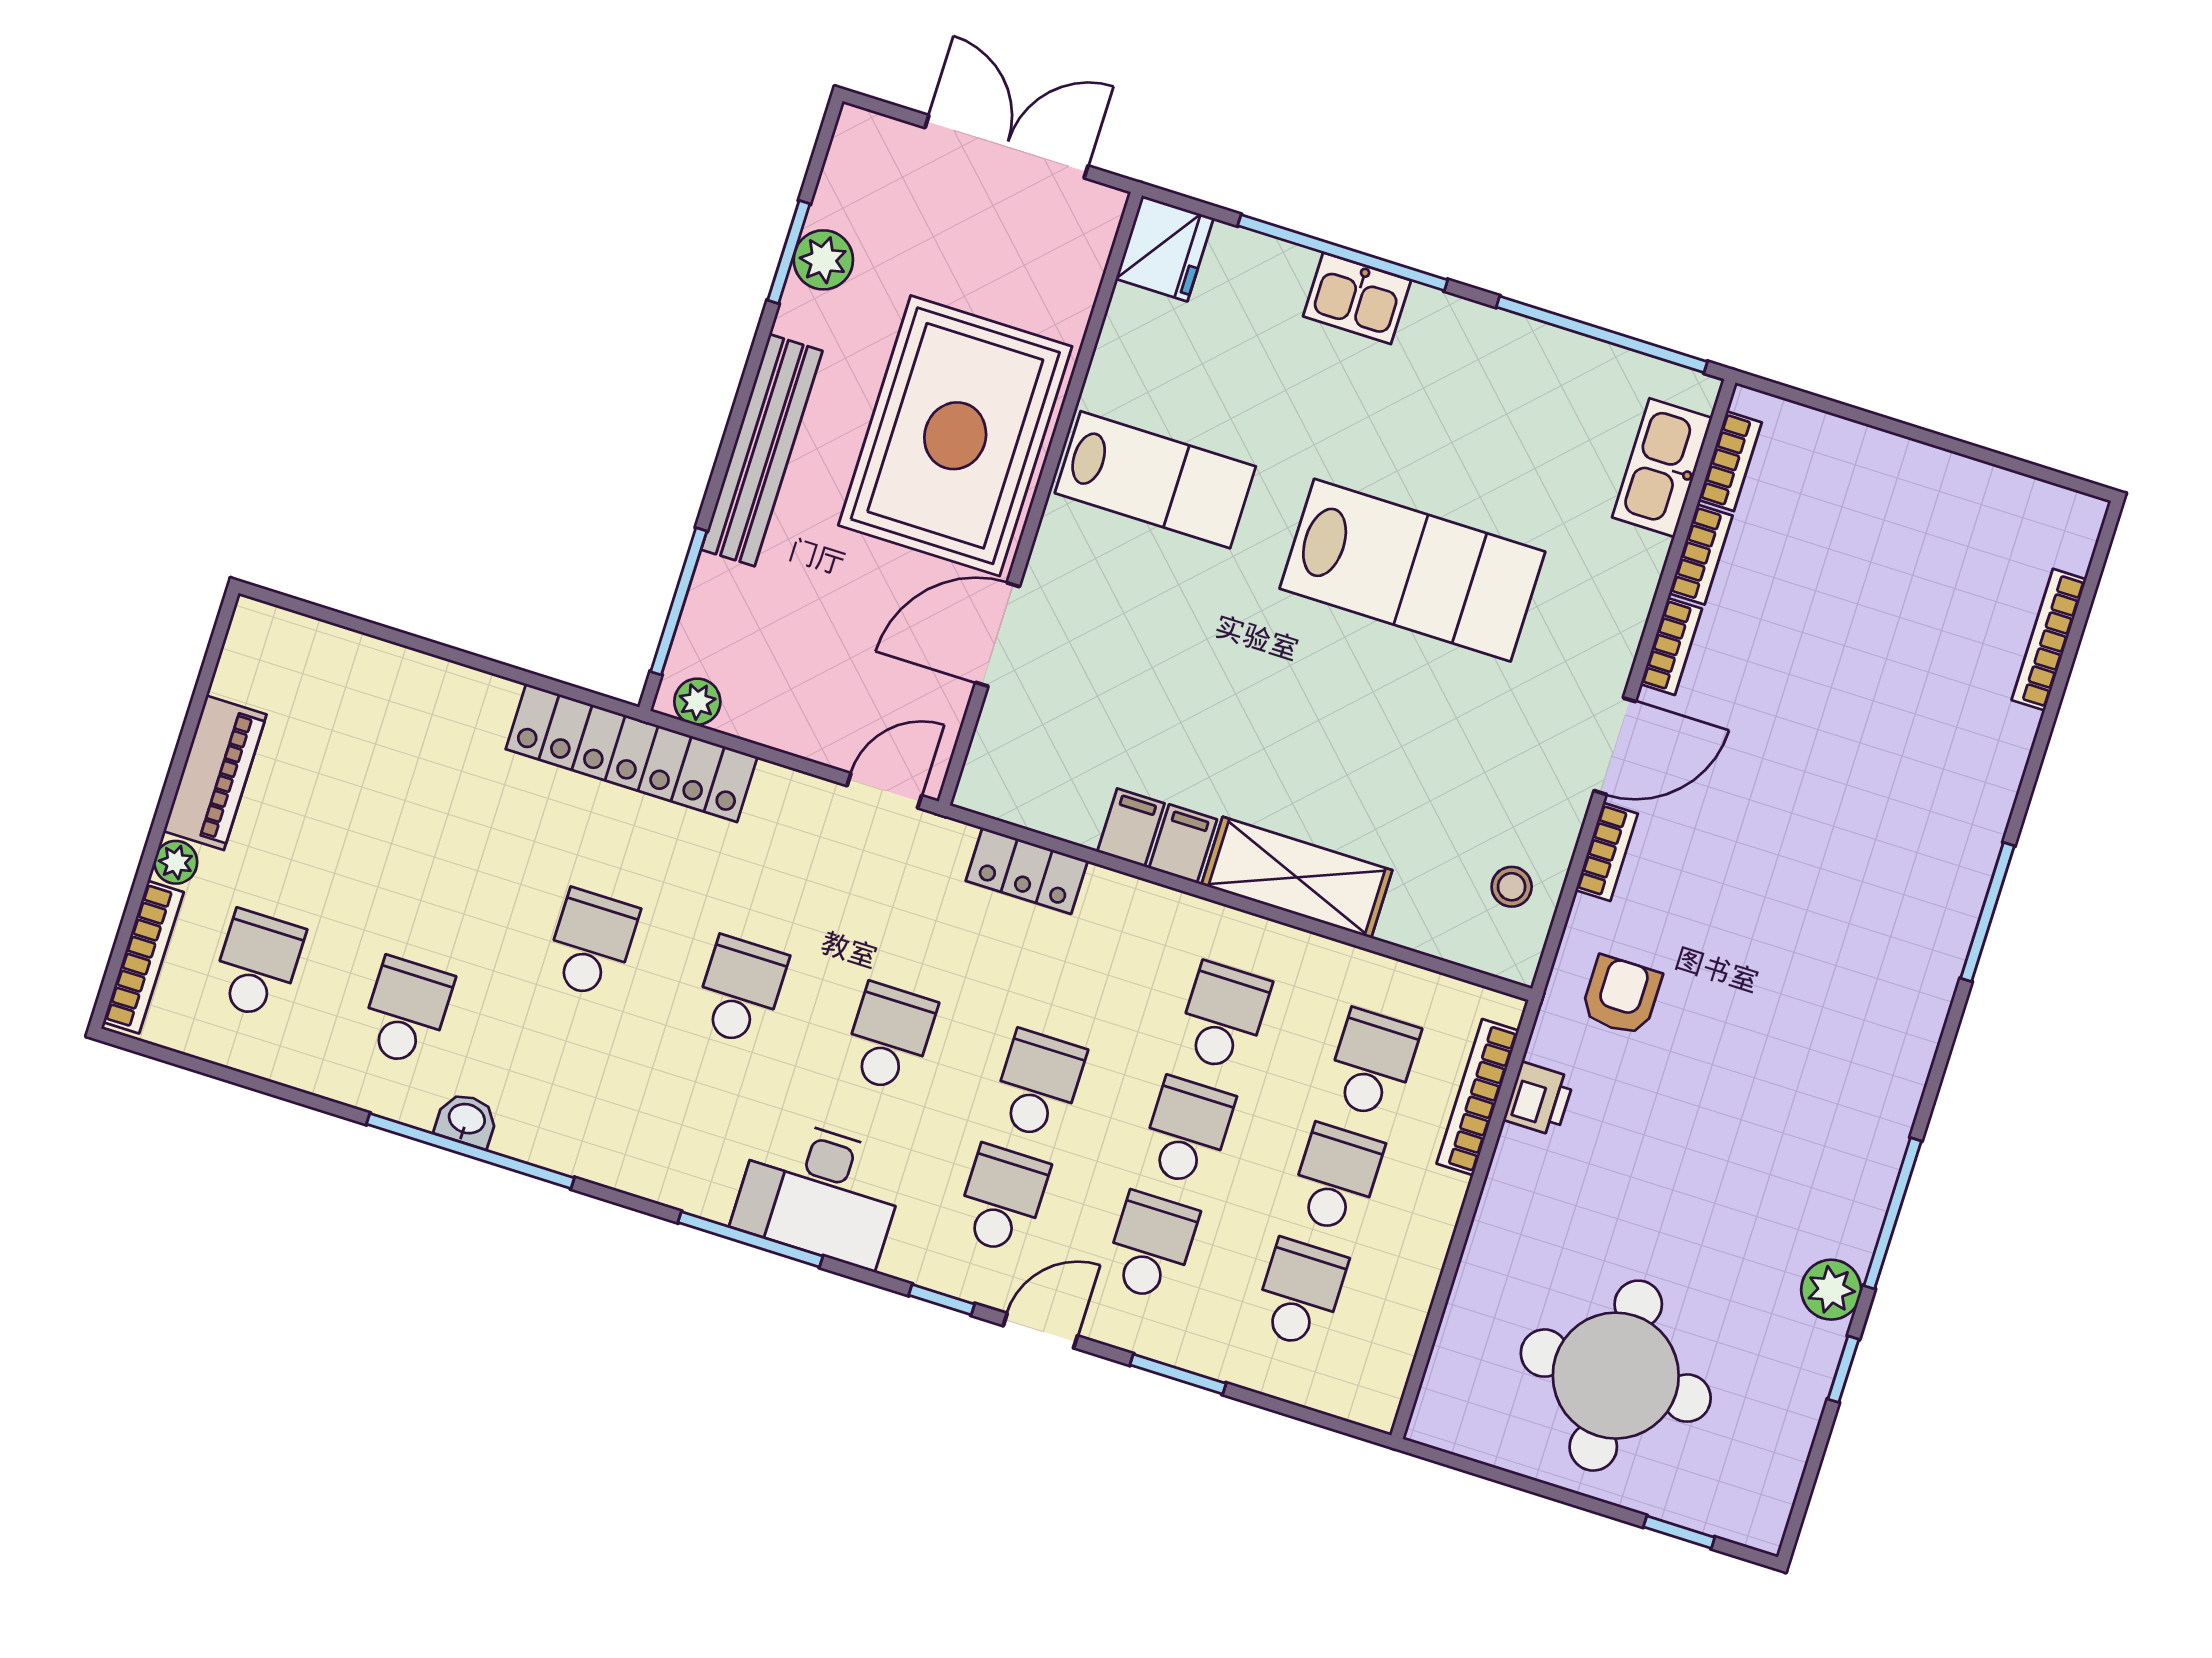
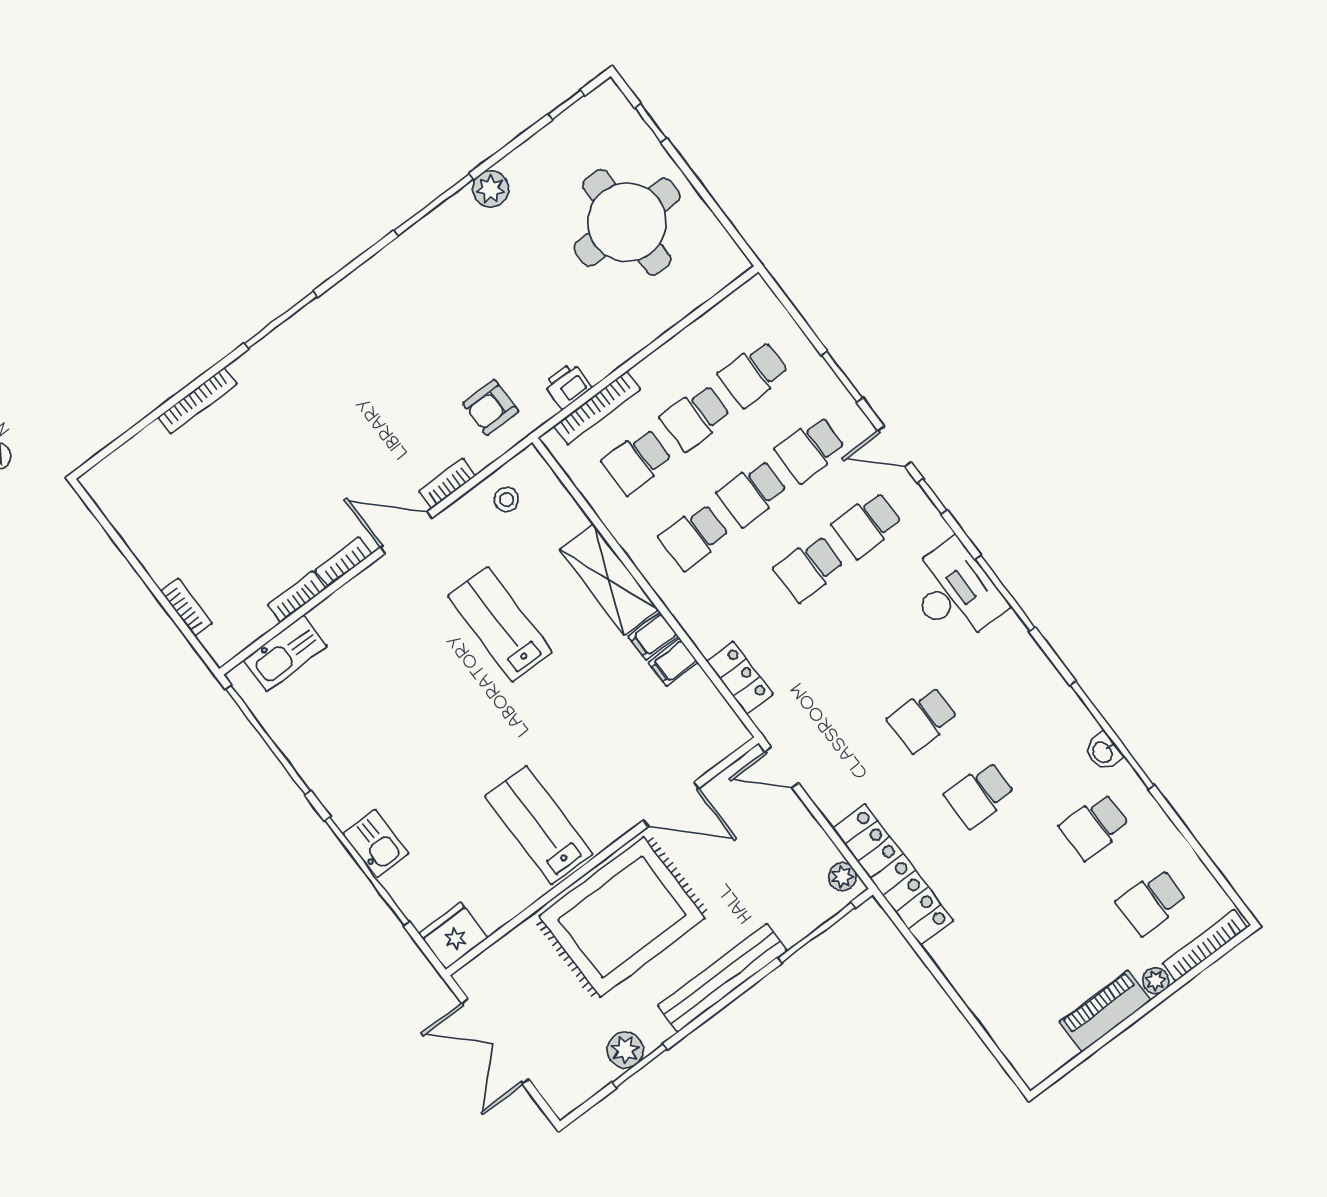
bookcase: (1730, 461) -> (187, 607), moved, turned 90
lab bench: (1412, 570) -> (500, 624), moved, width x0.73, depth x0.72
bookcase: (2049, 640) -> (197, 401), moved
school desk: (889, 1038) -> (866, 644), removed
window: (1843, 1369) -> (566, 105), moved

